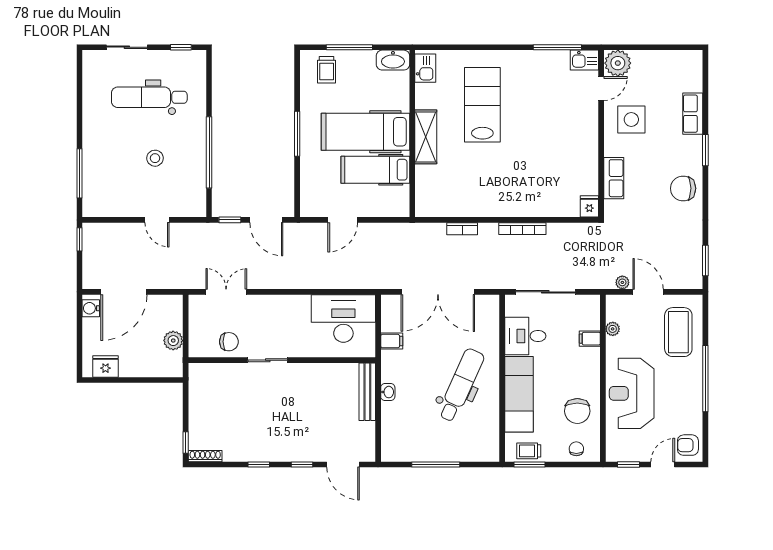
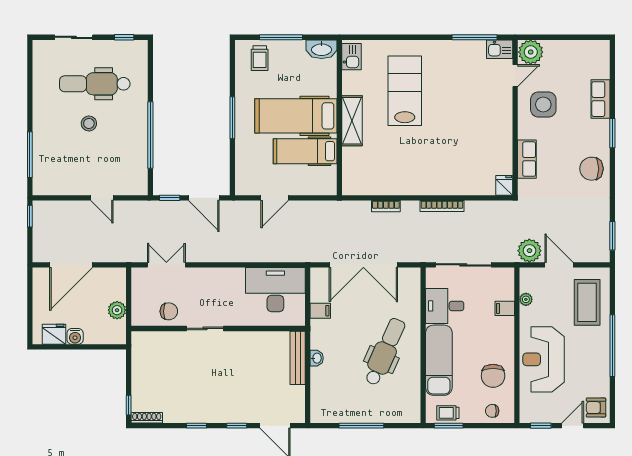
stool: (155, 158) -> (89, 123), moved
plant: (622, 282) -> (529, 251), width x1.88, depth x1.88
water cooler: (91, 308) -> (75, 336), moved, turned -90
chair: (576, 449) -> (492, 411), turned -90

